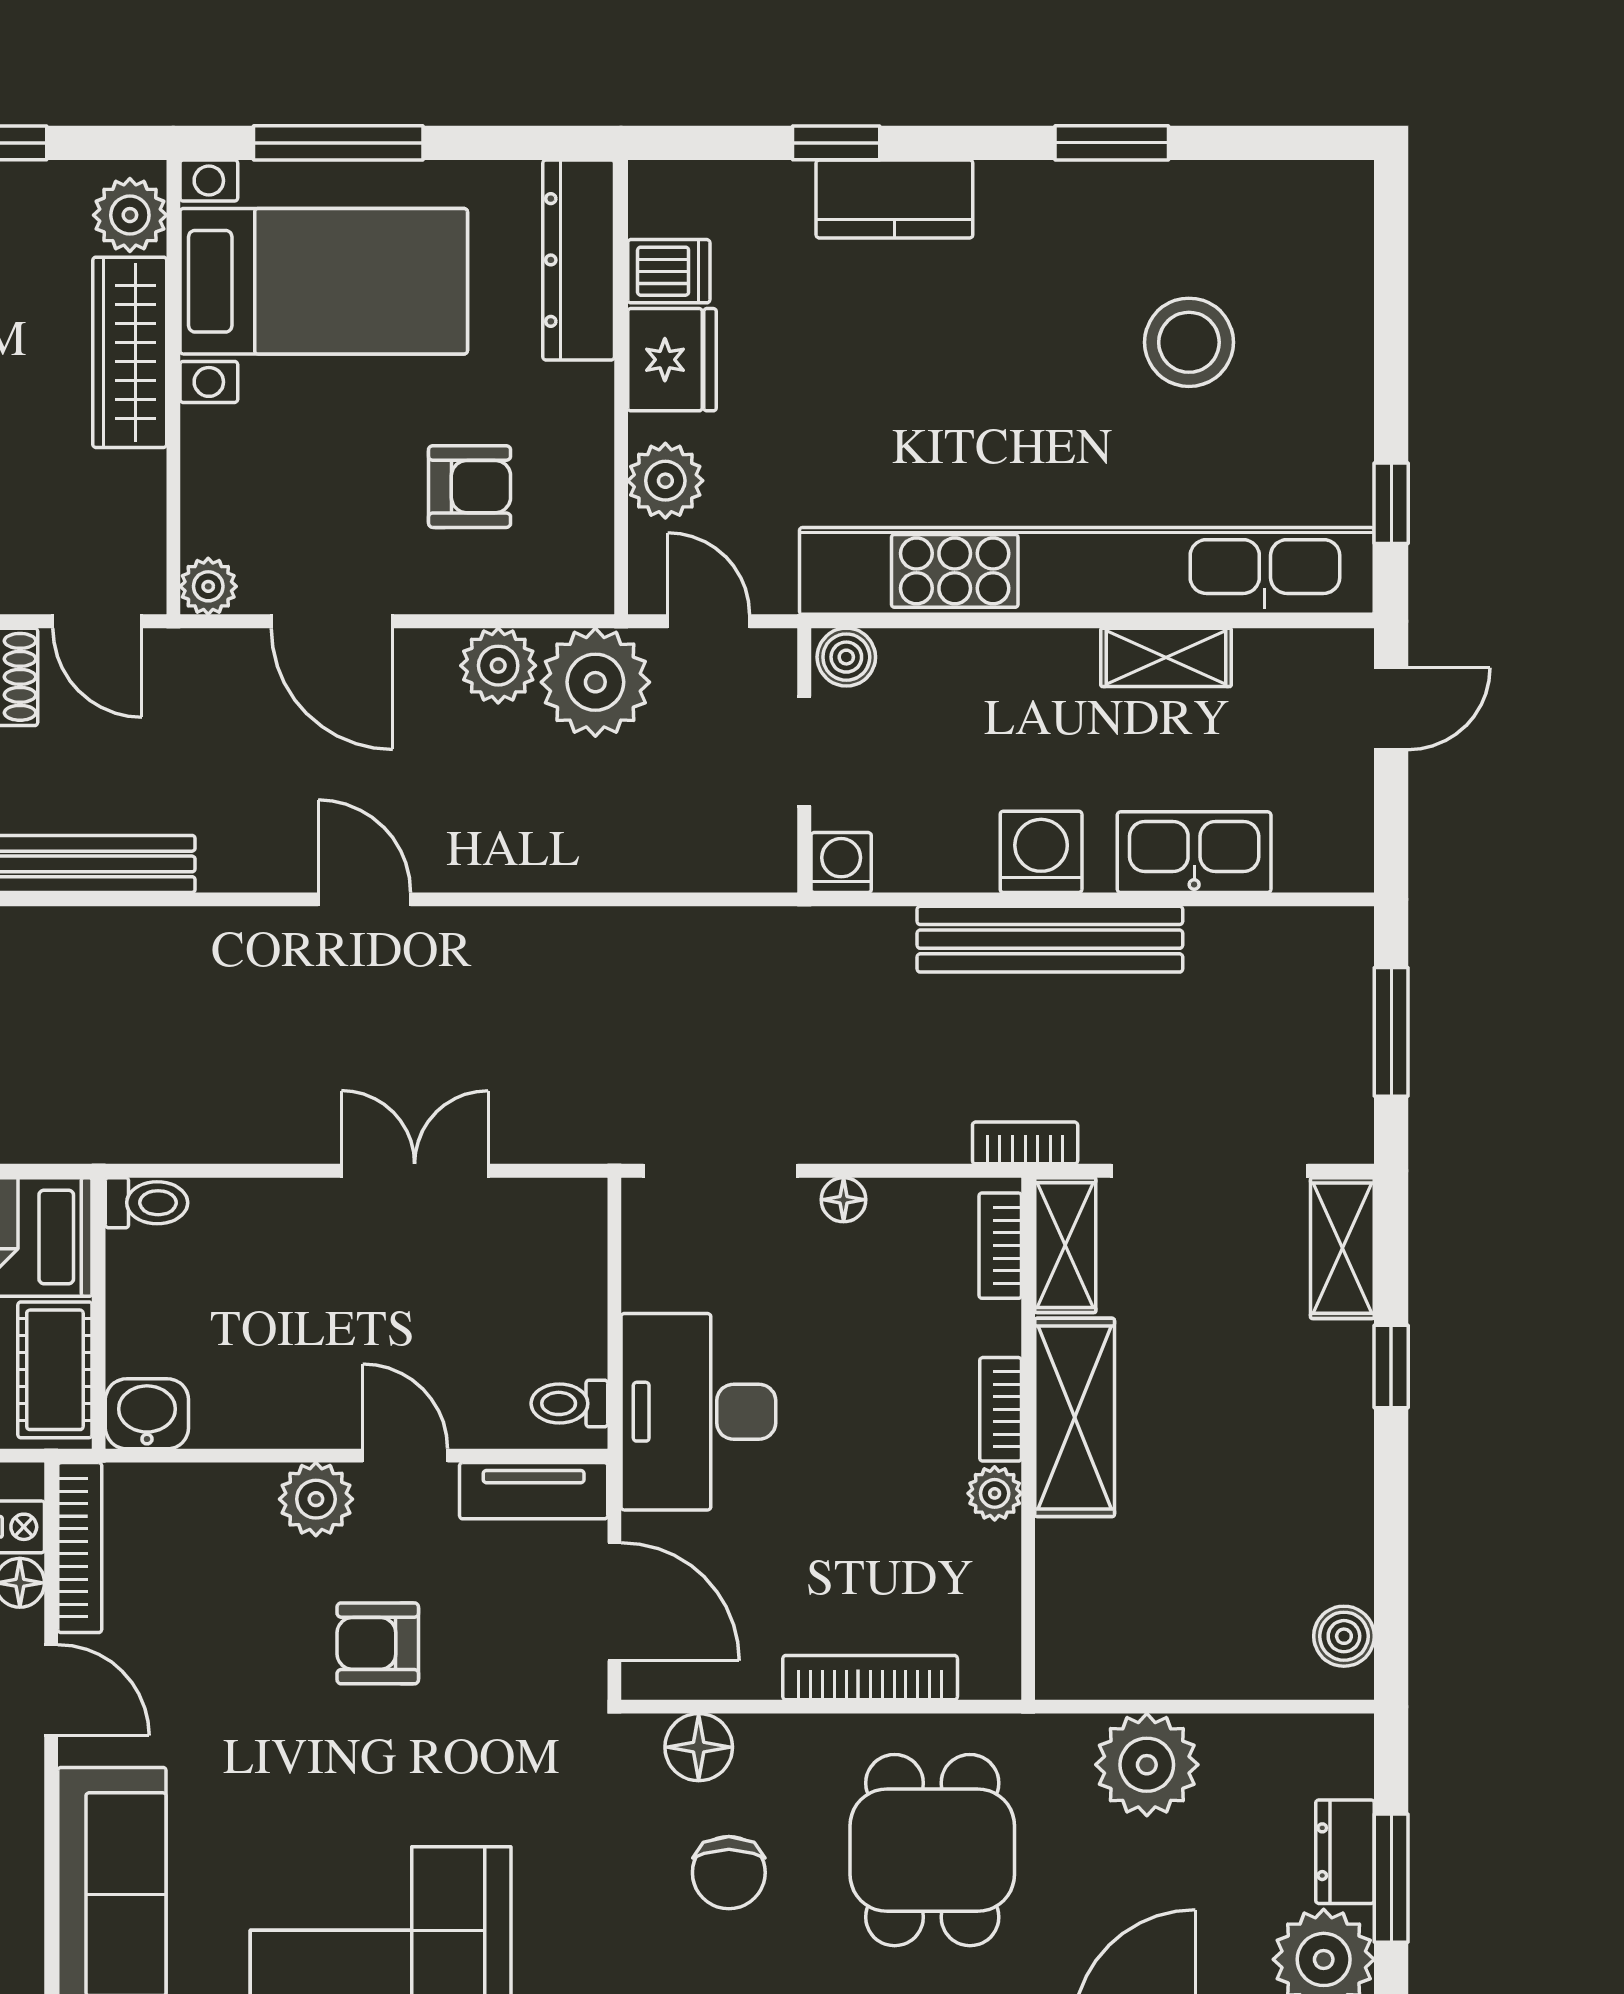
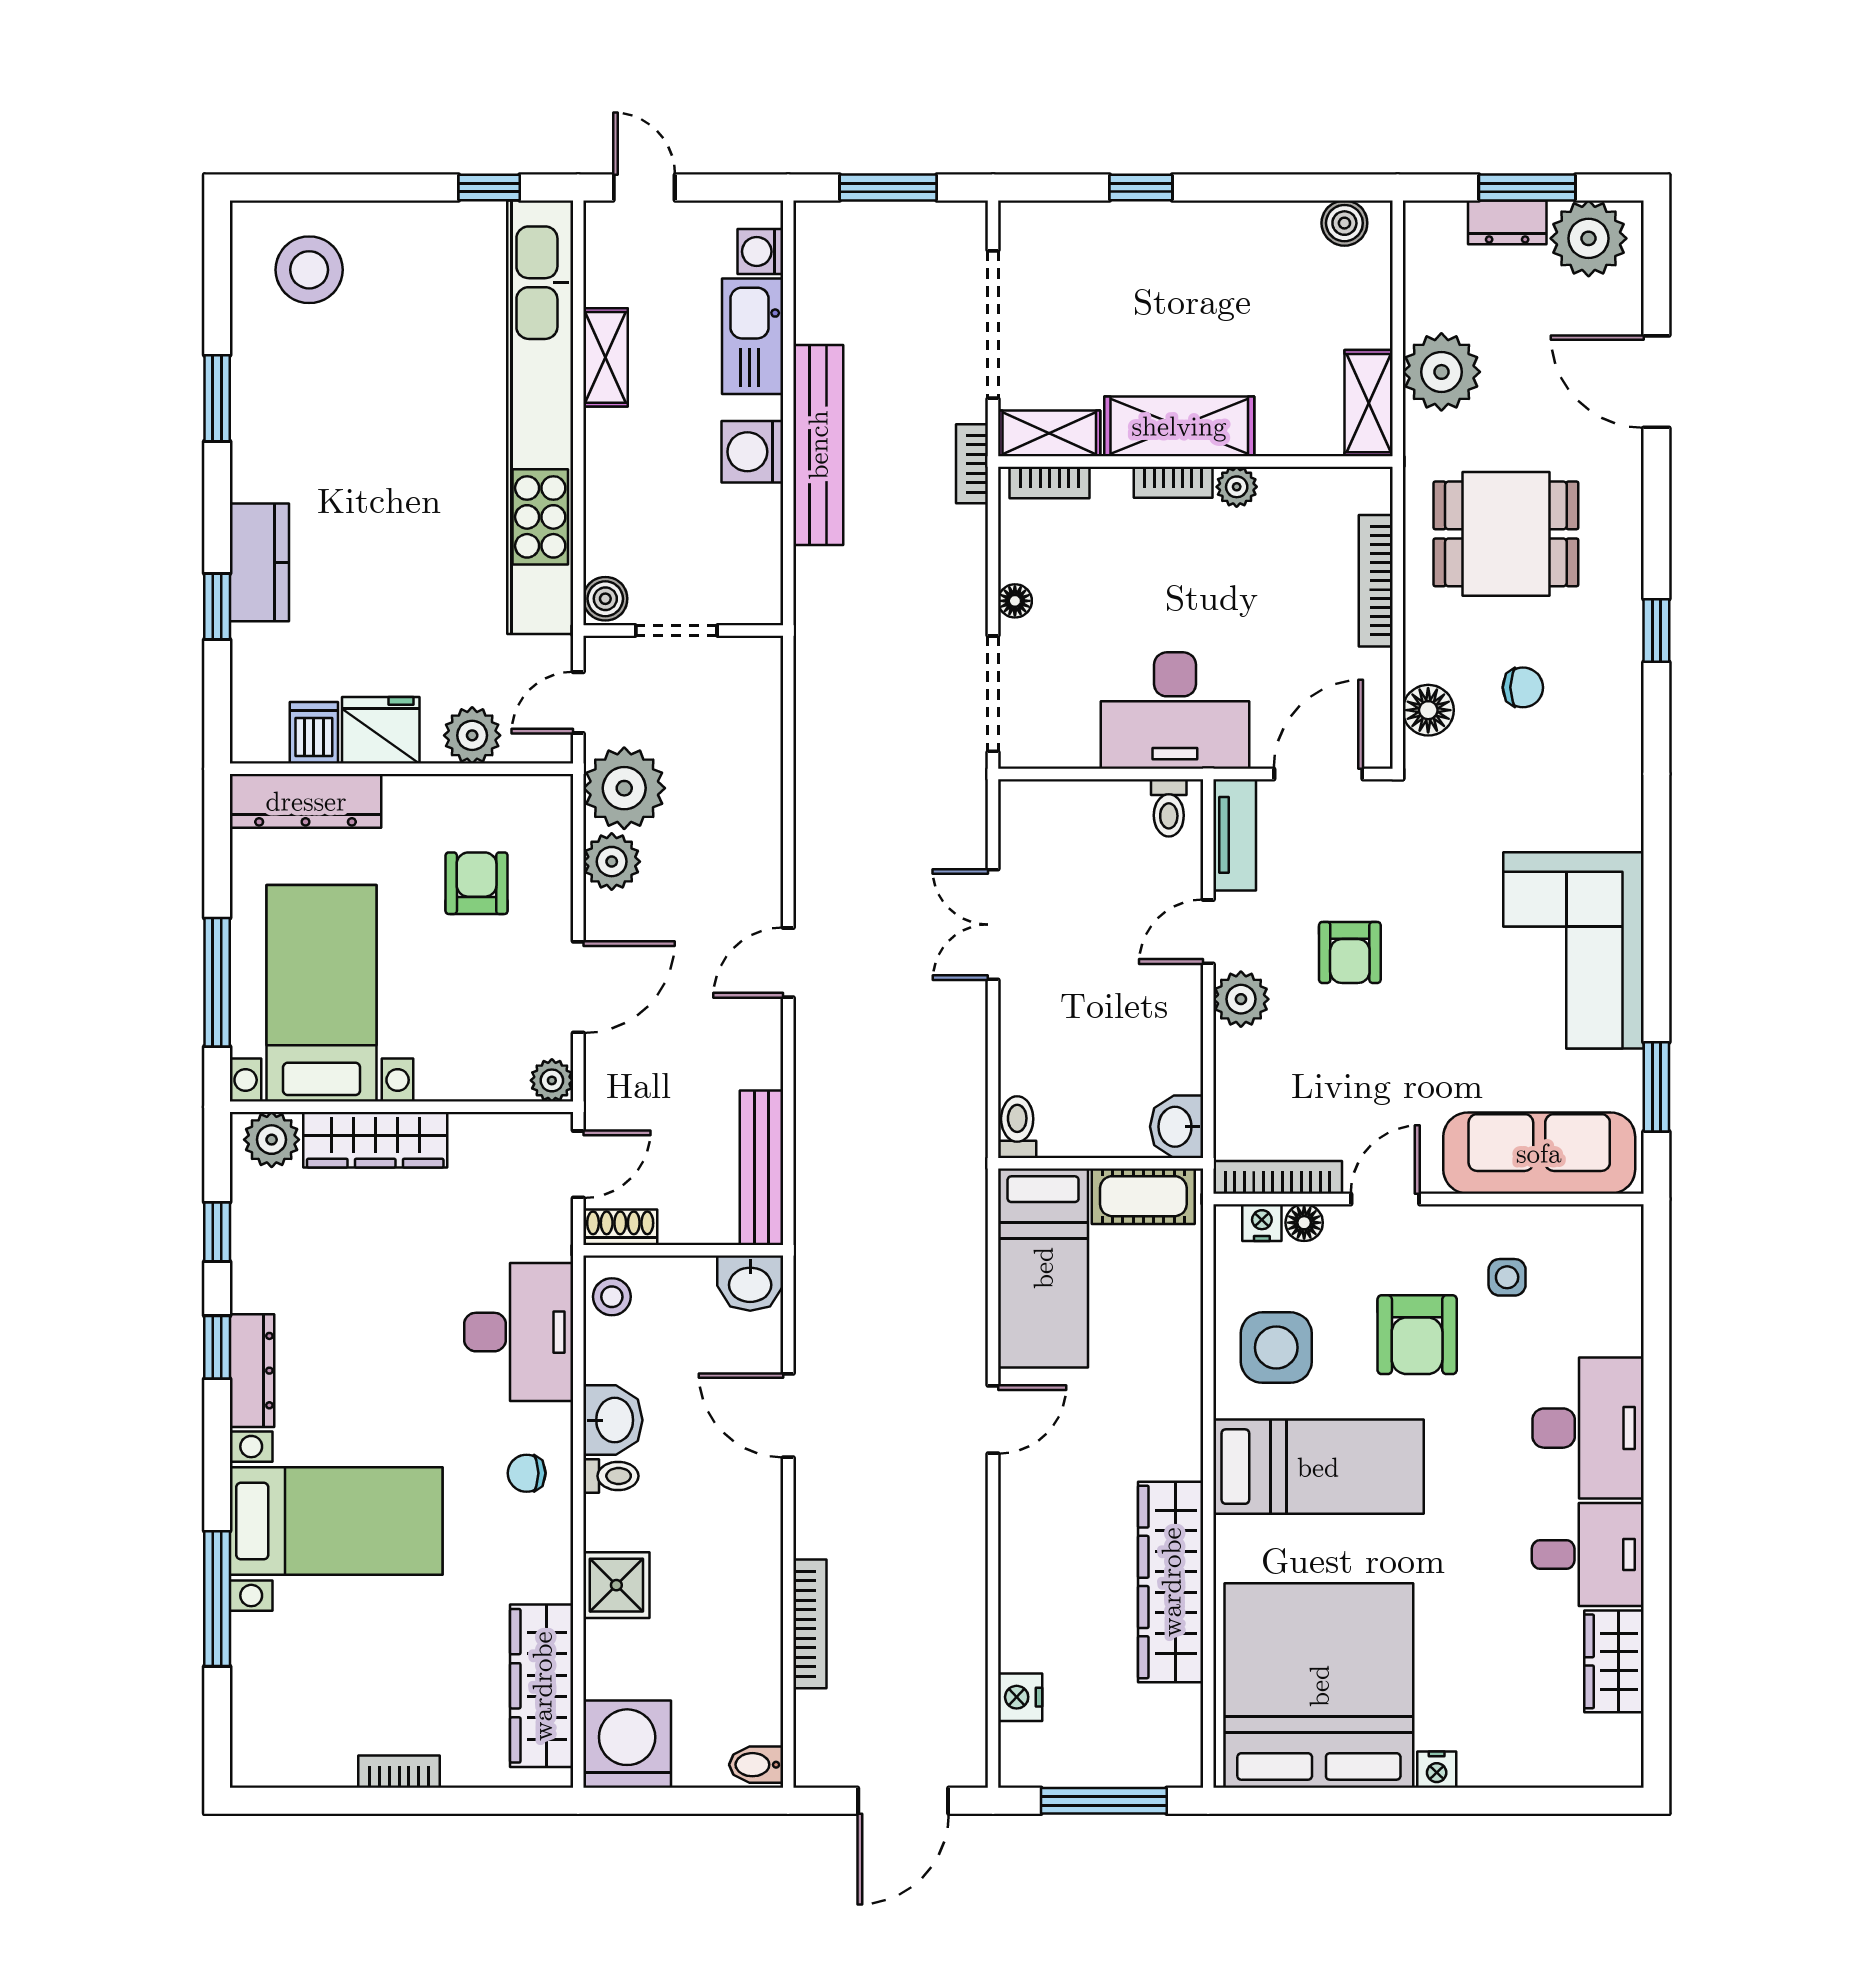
stool: (1189, 342) -> (309, 270), moved
washing machine: (841, 863) -> (760, 252), moved
shelving: (1342, 1248) -> (1369, 403), moved, turned 90
chair: (729, 1873) -> (1523, 687), width x0.73, depth x0.73

